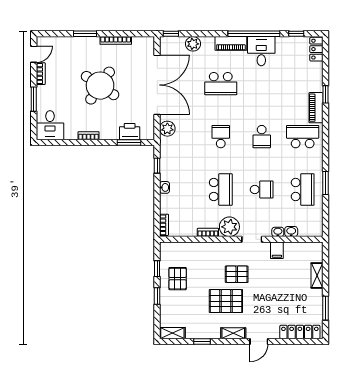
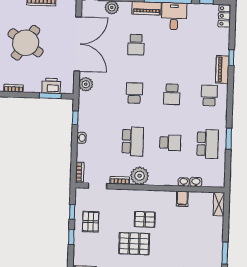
school desk: (221, 84) -> (136, 45), width x0.54
school desk: (303, 137) -> (209, 96), width x0.54
doorway: (252, 239) -> (98, 186), moved
shelving: (317, 275) -> (219, 204), moved

